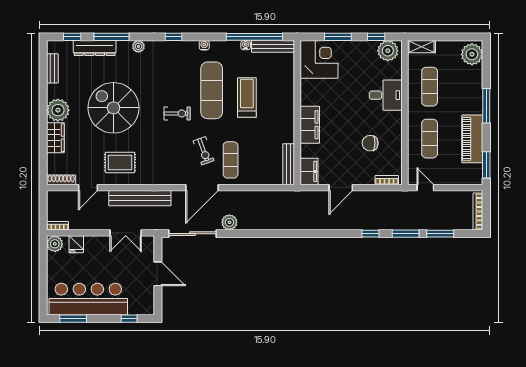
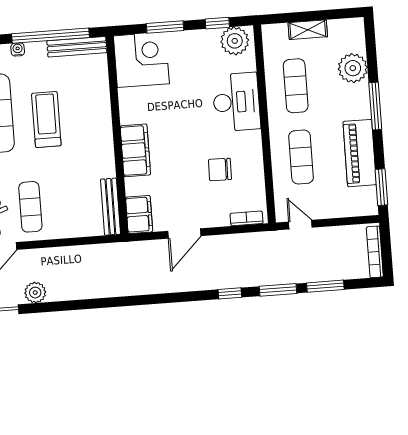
water cooler: (246, 45) -> (18, 49), moved
shelving: (422, 47) -> (308, 30), moved
plant: (472, 54) -> (353, 68), moved
desk: (386, 95) -> (236, 102), width x1.37

